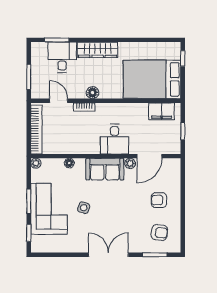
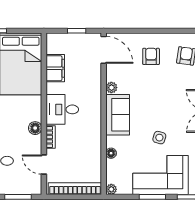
door: (59, 101) -> (44, 165), hinge flipped
filing cabinet: (162, 111) -> (55, 68), moved
desk: (115, 139) -> (62, 109), moved, turned 180
door: (149, 156) -> (104, 50), moved
armchair: (159, 200) -> (151, 56), turned 180

